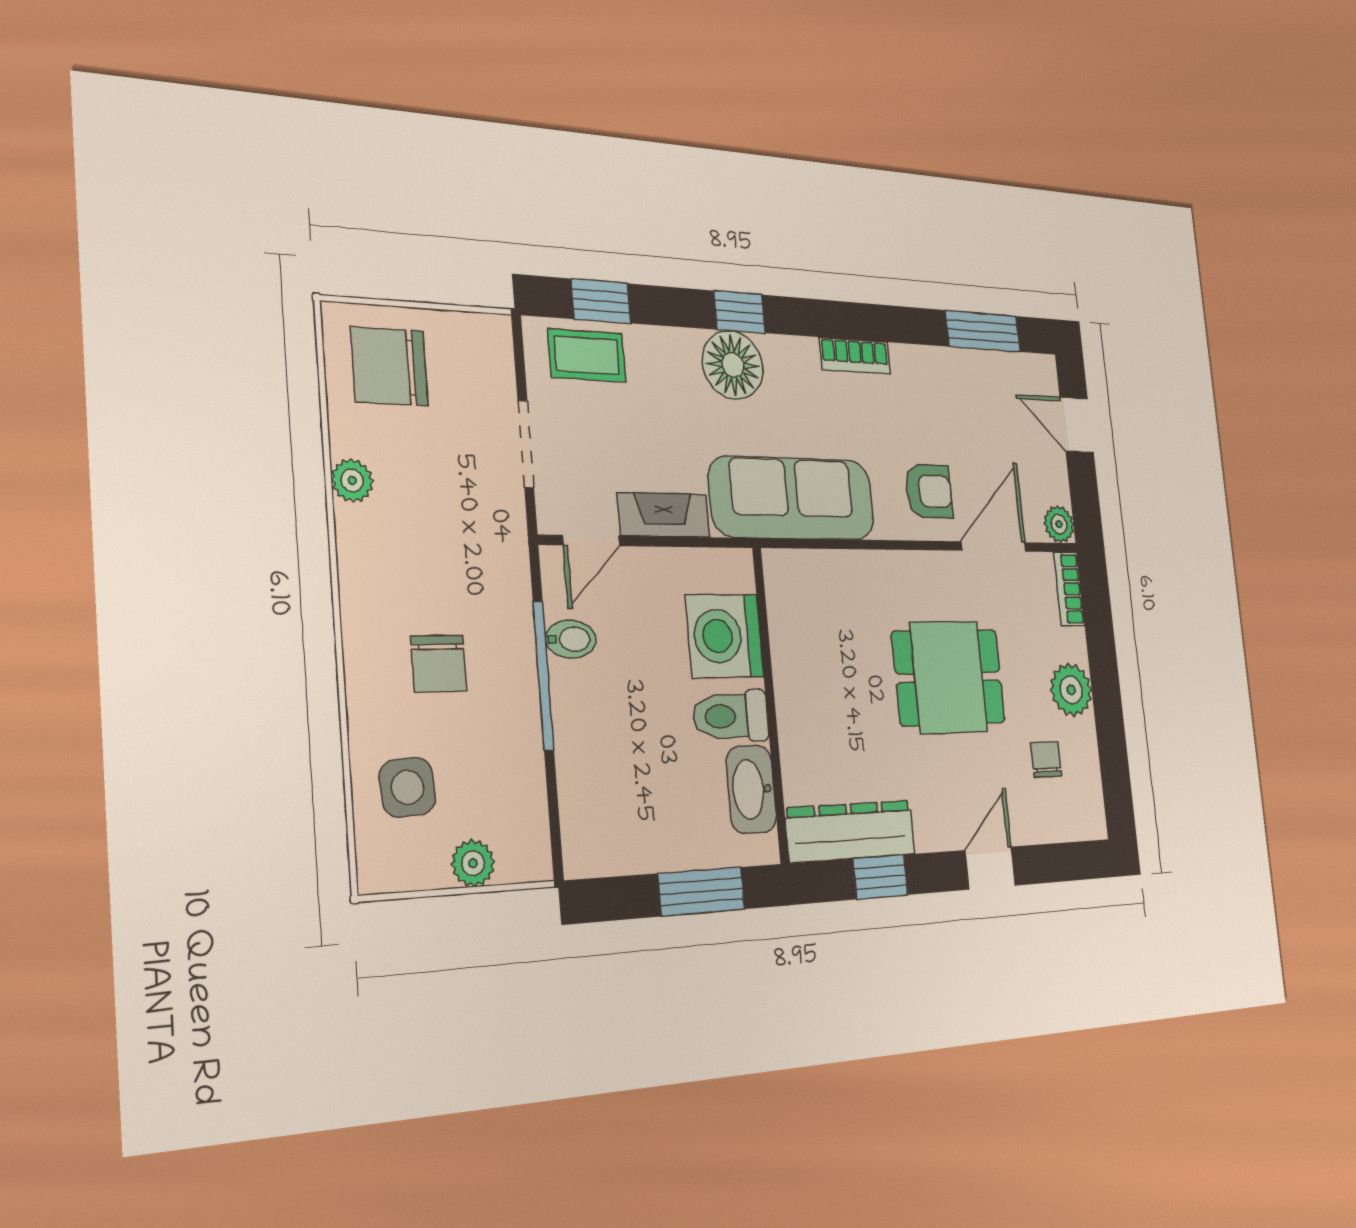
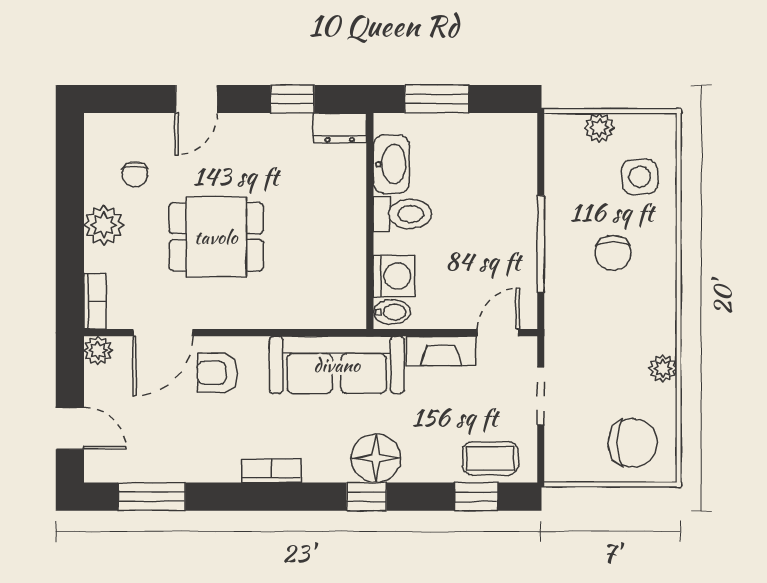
washing machine: (725, 636) -> (394, 276), width x0.73, depth x0.73
bidet: (571, 639) -> (392, 312), moved, turned 180
chair: (439, 664) -> (613, 253), turned 180
dresser: (850, 831) -> (340, 128), width x0.51, depth x0.80

